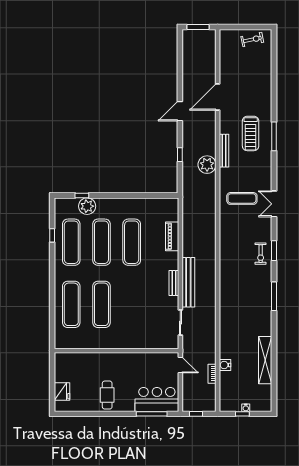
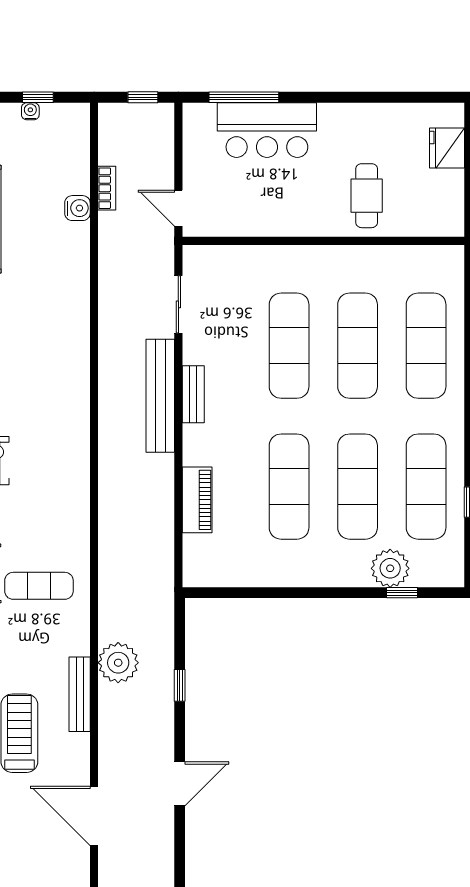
door: (218, 97) -> (94, 816), swing flipped
exercise mat: (132, 304) -> (289, 346), added
cafe table: (107, 395) -> (367, 196), moved
bar counter: (157, 399) -> (267, 130), moved

